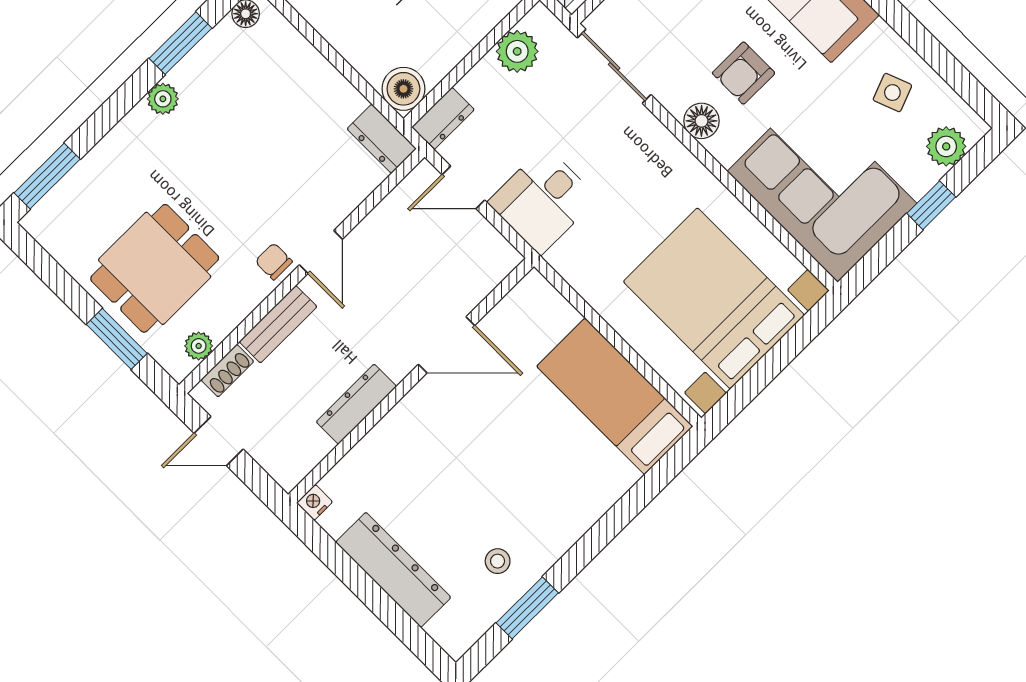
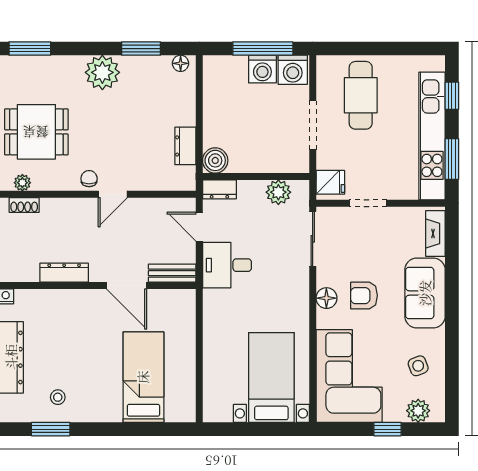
plant: (163, 99) -> (102, 72), width x1.87, depth x1.87
dresser: (382, 139) -> (185, 146), moved
bed with nightstands: (714, 298) -> (271, 377), width x0.73
bench: (278, 324) -> (172, 273), moved
bed: (615, 396) -> (143, 377), moved

